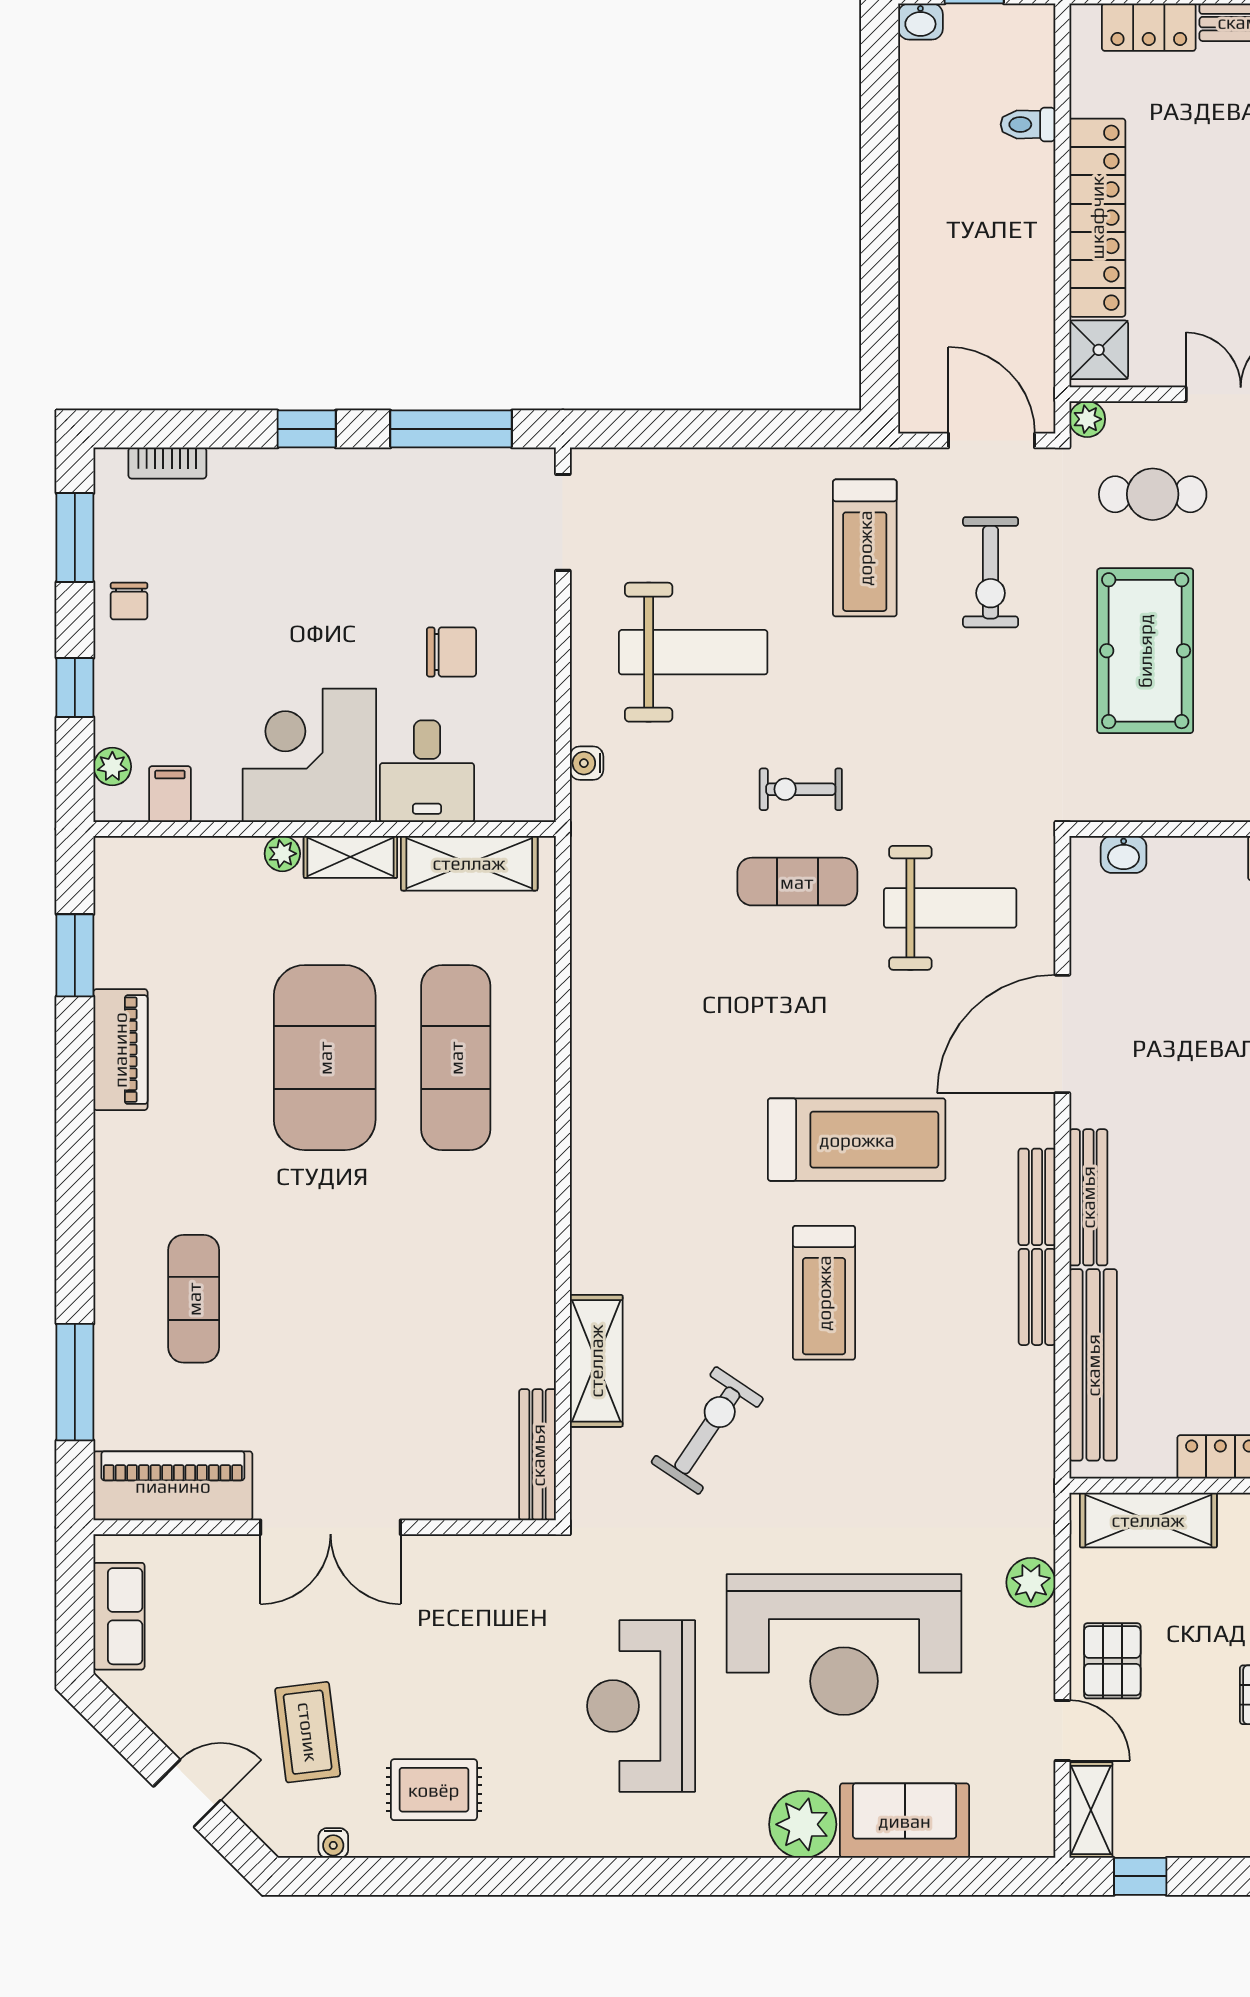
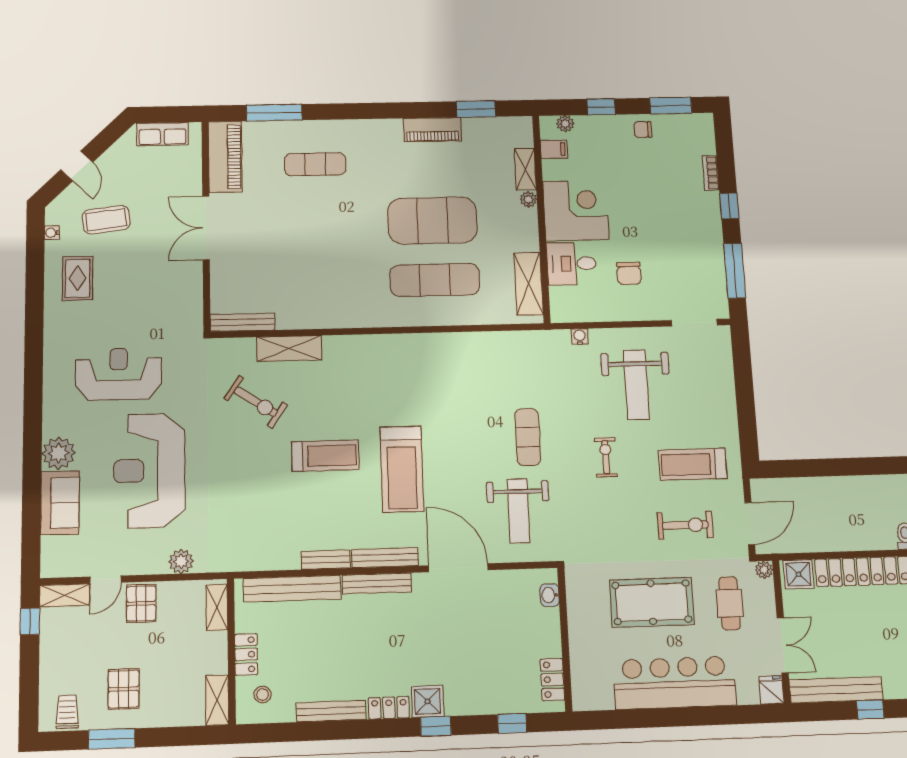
bookcase: (167, 463) -> (711, 173), moved
exercise bike: (991, 572) -> (685, 525), turned 180
exercise bike: (801, 789) -> (606, 457), moved
shelving: (350, 857) -> (525, 169), moved
bench: (1037, 1197) -> (385, 558), width x1.36
treadmill: (824, 1293) -> (325, 456), turned 180
shelving: (1148, 1520) -> (217, 607), width x0.67, depth x0.75
pallet: (1112, 1661) -> (141, 603), turned 90

